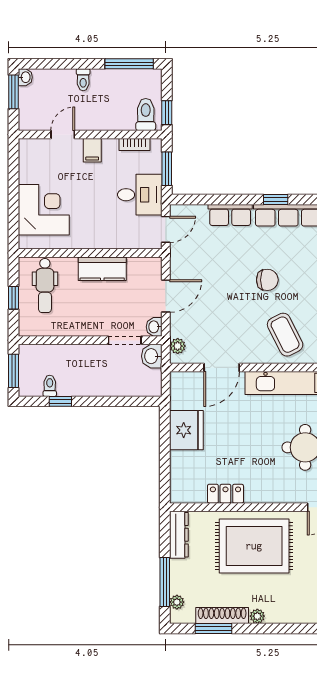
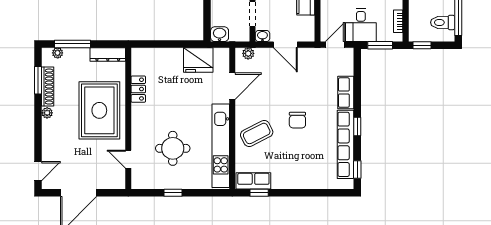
toilet: (146, 115) -> (443, 22), moved, turned 180
door: (166, 229) -> (335, 45), swing flipped
washbasin: (152, 356) -> (220, 34), moved
door: (222, 367) -> (232, 86), swing flipped
fridge: (186, 430) -> (198, 60), moved

